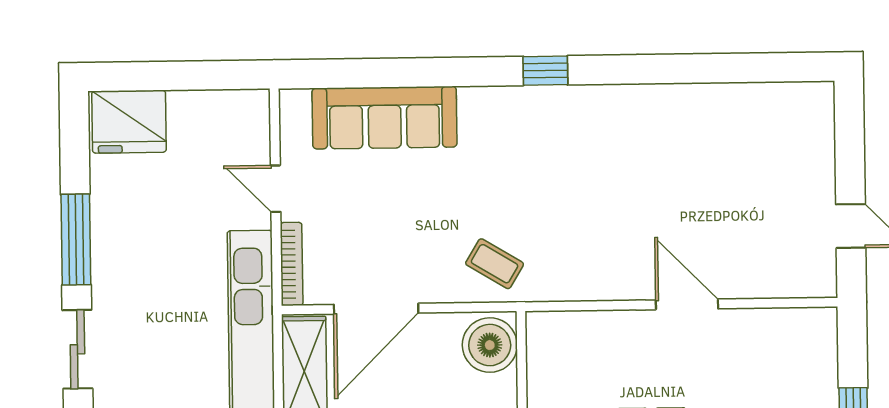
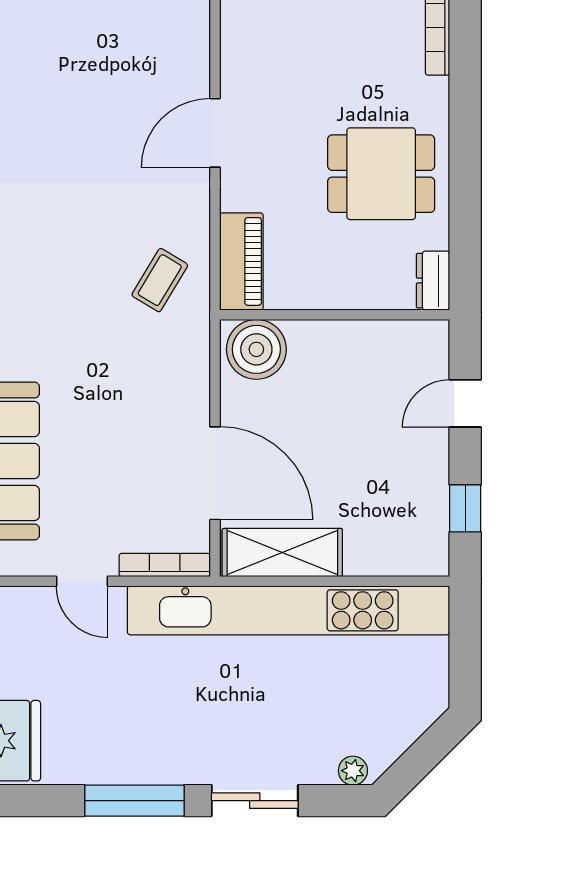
door: (276, 189) -> (82, 581), hinge flipped
coffee table: (495, 264) -> (160, 280), moved
piano: (570, 330) -> (241, 261), added

